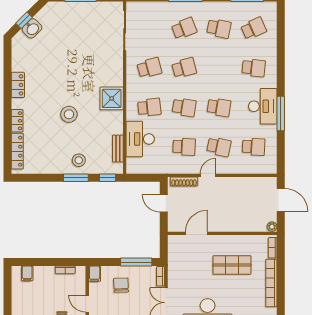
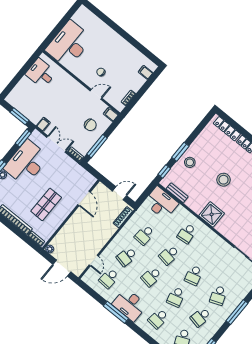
school desk: (149, 68) -> (176, 297), moved
desk: (140, 139) -> (161, 203), moved
door: (208, 175) -> (94, 260), moved

